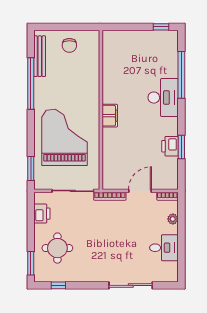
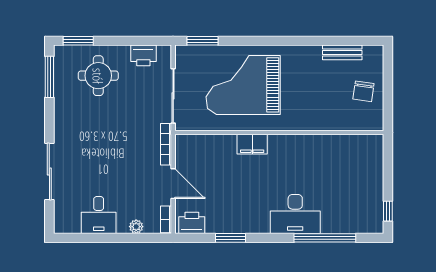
chair: (69, 45) -> (363, 91), turned -82
bench: (40, 56) -> (342, 52), width x0.73
window: (31, 83) -> (314, 41), removed
filing cabinet: (110, 116) -> (252, 144), moved
grand piano: (64, 137) -> (243, 85), turned 180
printer: (170, 146) -> (192, 223), moved
window: (58, 285) -> (49, 77), width x2.17

